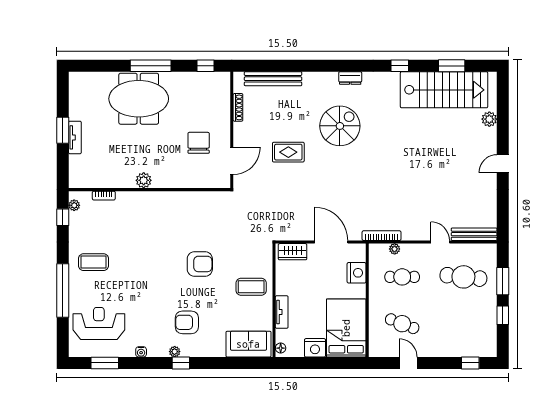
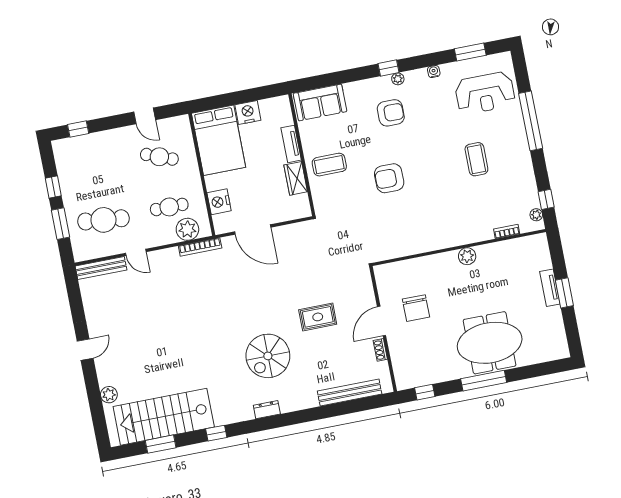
shoe rack: (238, 107) -> (380, 350), width x0.70
door: (232, 161) -> (382, 321), moved
plant: (395, 249) -> (187, 229), width x1.87, depth x1.87
wardrobe: (293, 252) -> (296, 178), moved, turned -90
coffee table: (94, 262) -> (476, 159), moved, turned 90
floor lamp: (281, 348) -> (285, 105), removed

